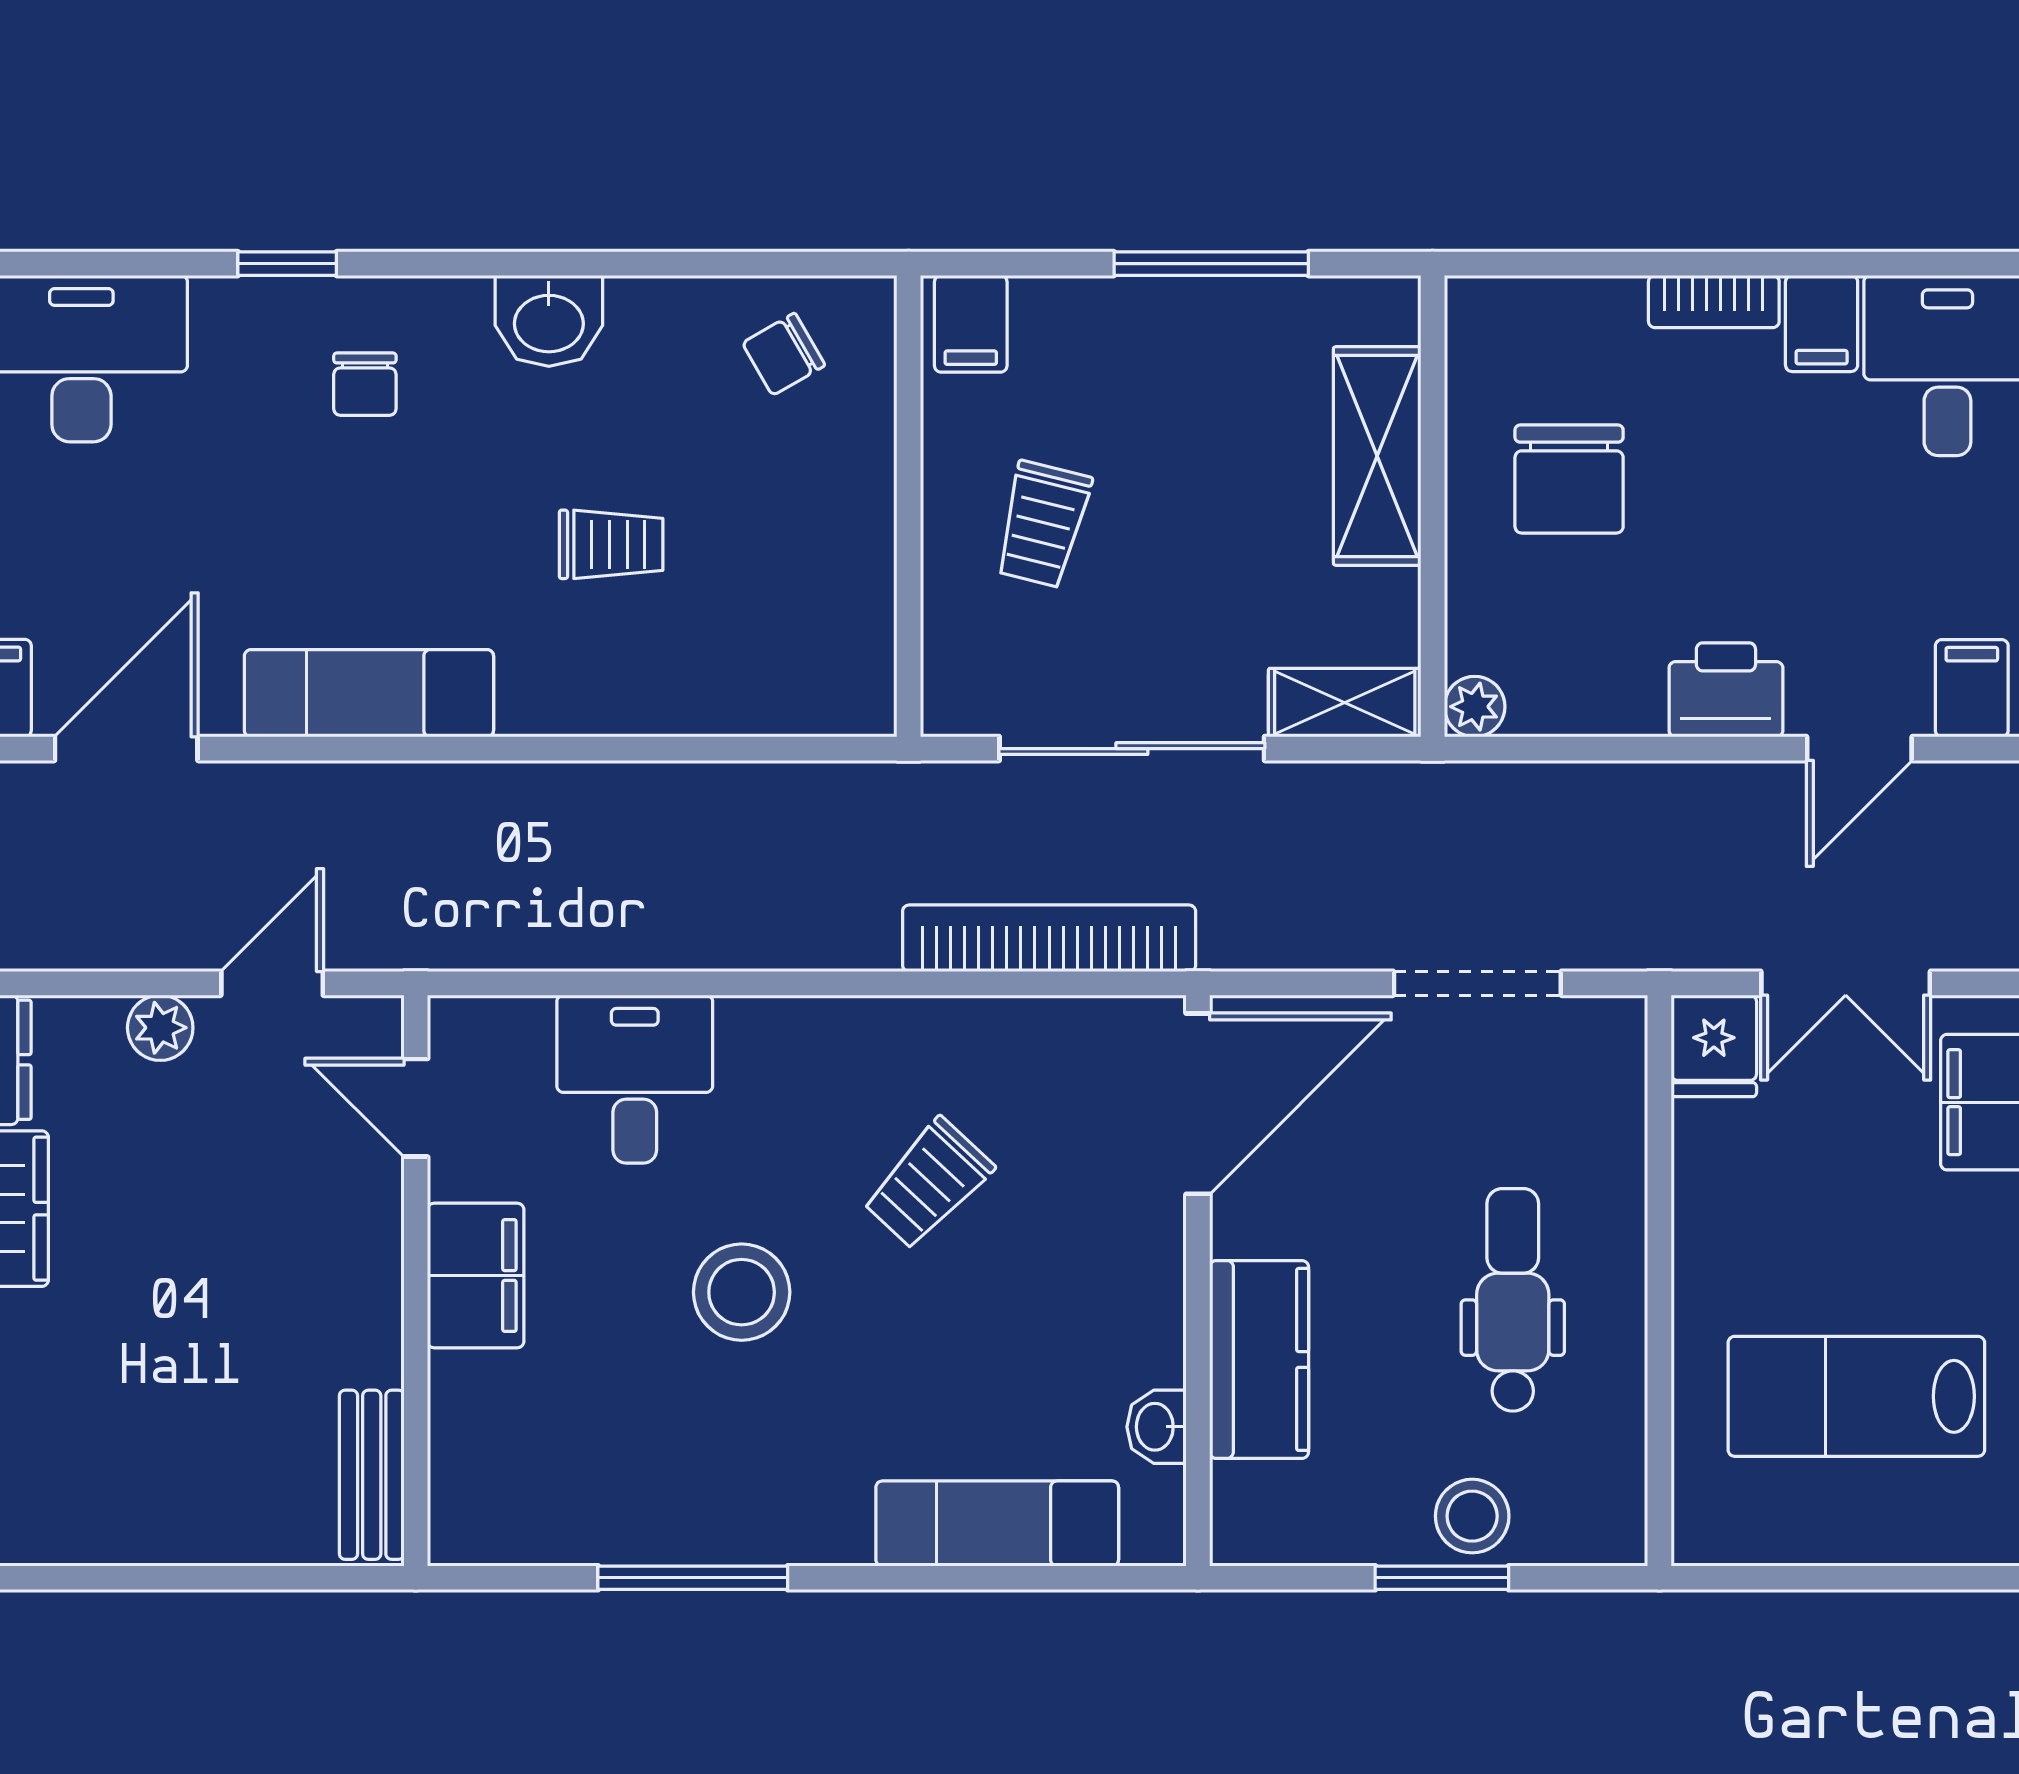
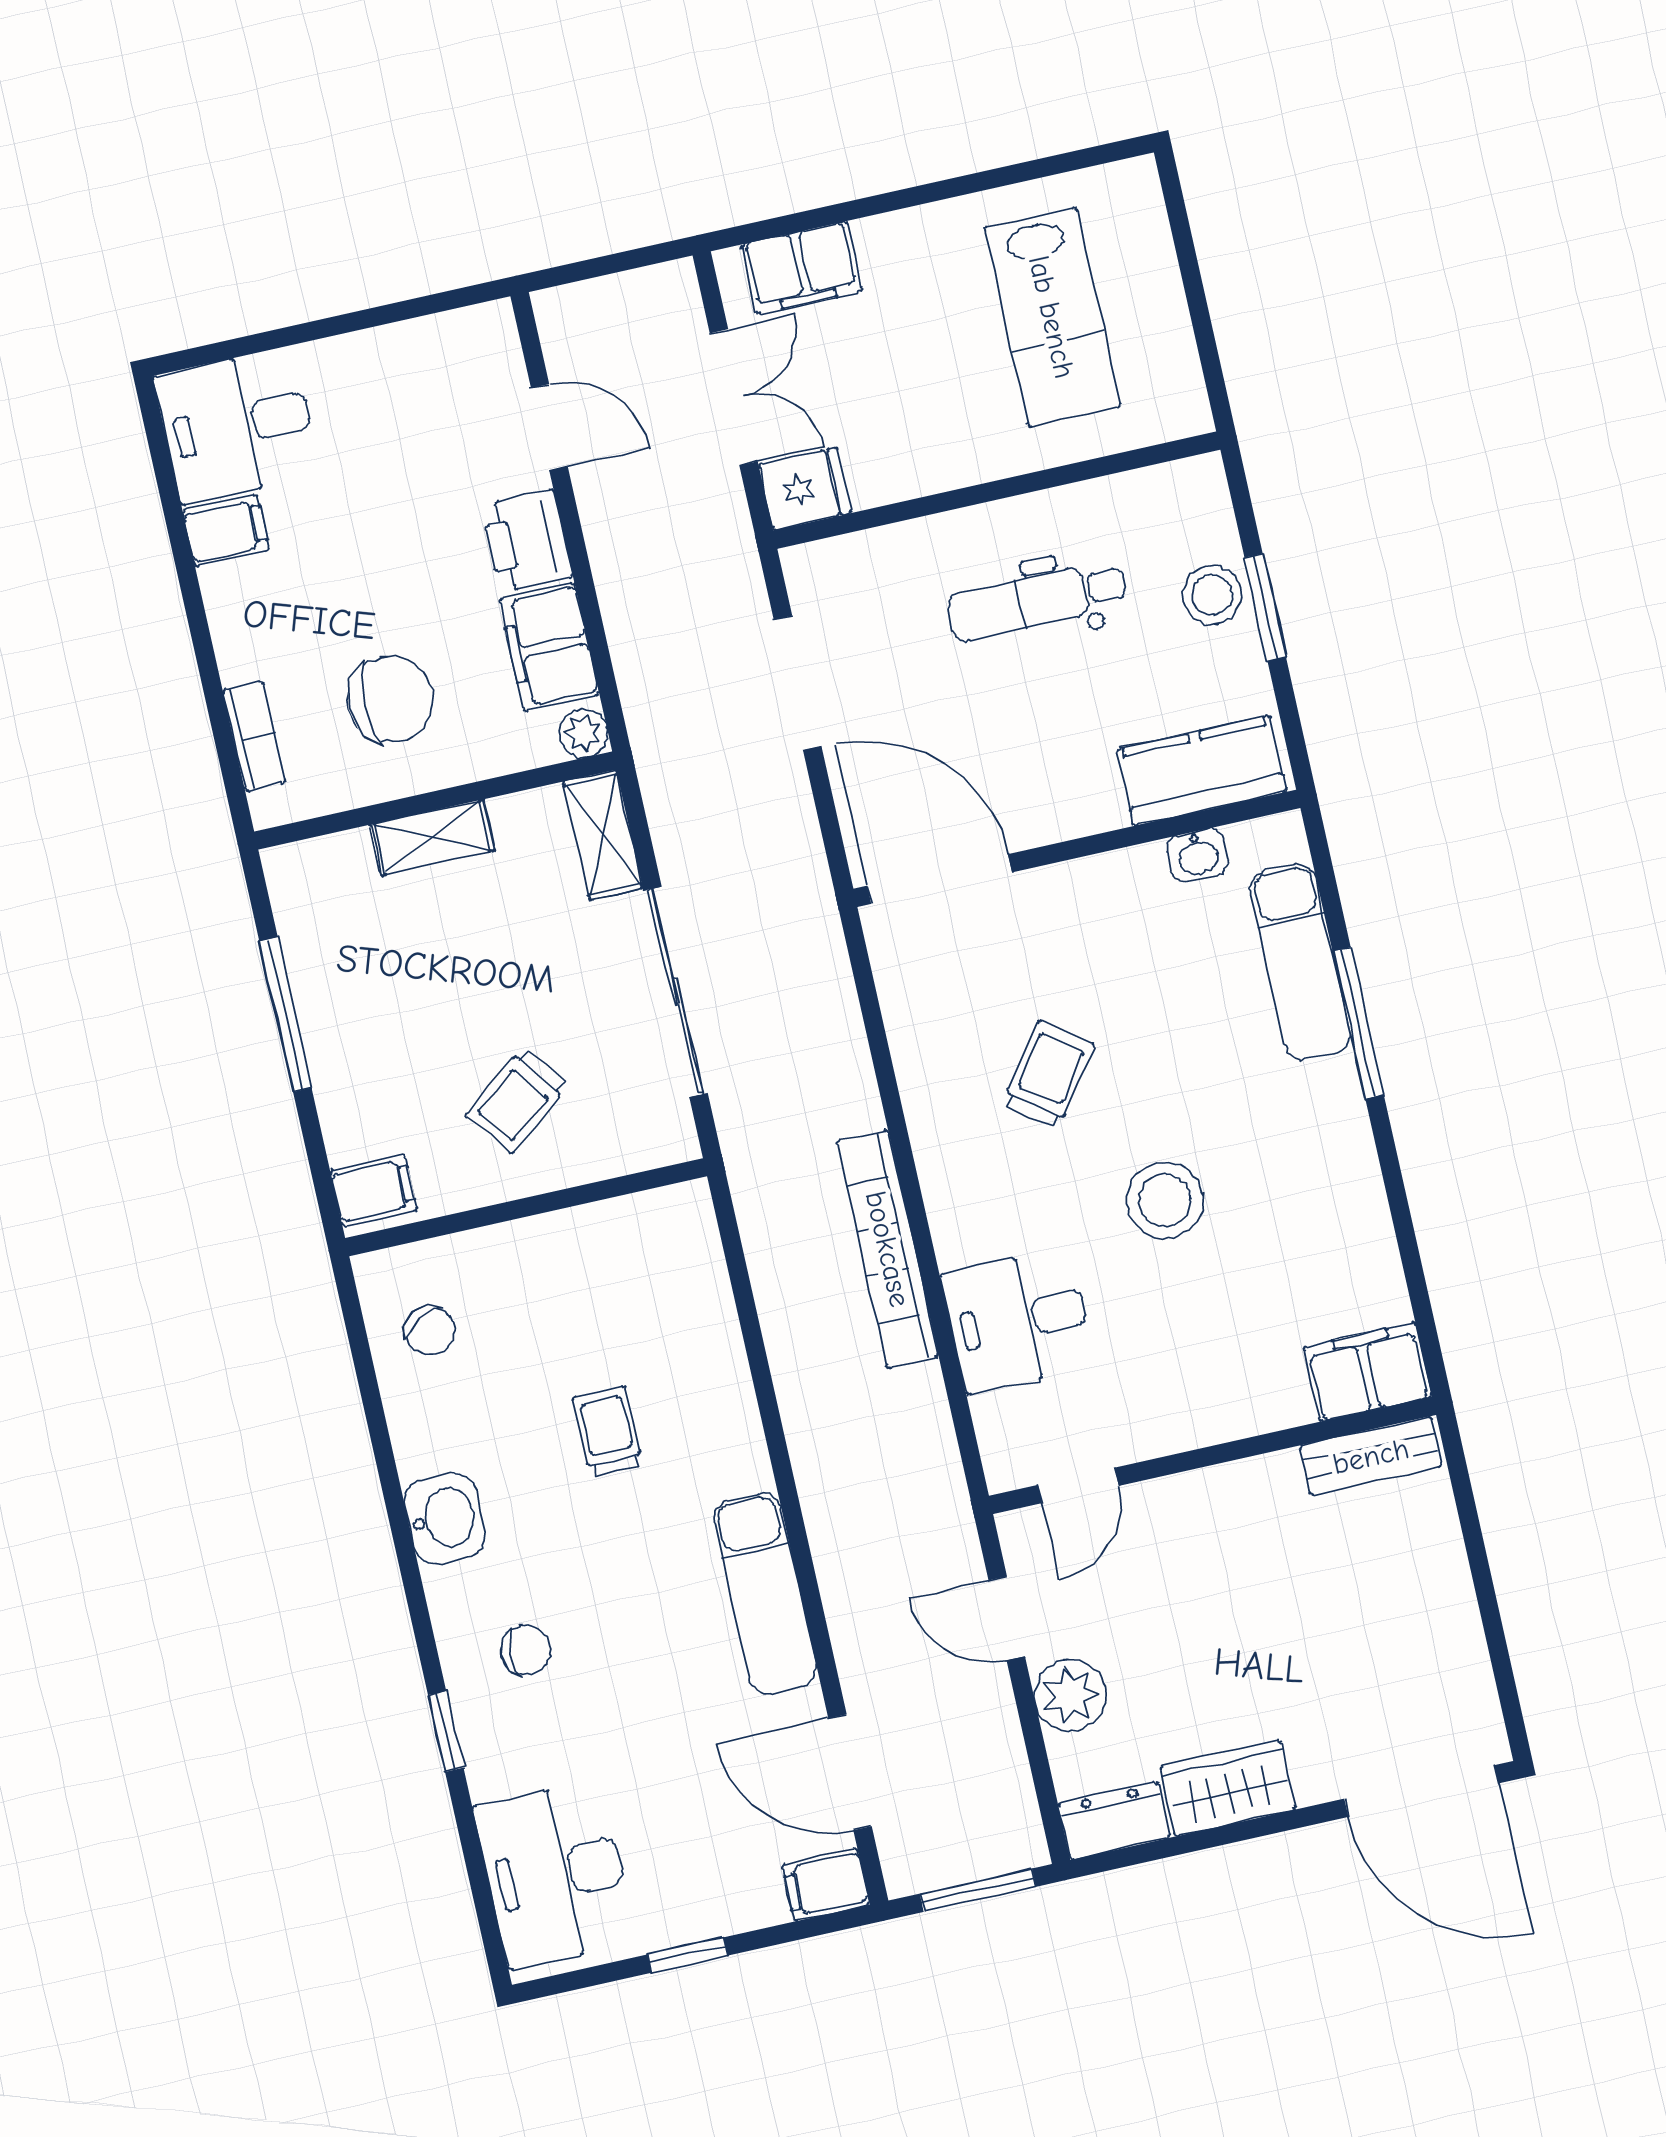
bookcase: (1714, 302) -> (254, 736), moved
shelving: (1377, 456) -> (432, 837), width x0.67, depth x0.75
trolley: (1043, 524) -> (517, 1100), turned 128
filing cabinet: (1972, 688) -> (549, 647), moved, width x2.00
bookcase: (1049, 938) -> (888, 1249), moved
plant: (160, 1028) -> (1070, 1695), width x1.38, depth x1.38
trolley: (928, 1184) -> (1048, 1074), turned -97
filing cabinet: (476, 1276) -> (1368, 1372), moved
kitchen counter: (1259, 1359) -> (1202, 771), moved
window: (693, 1578) -> (1358, 1023), moved

